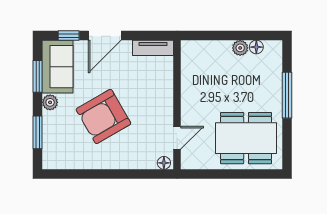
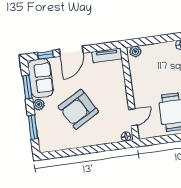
plant: (240, 48) -> (135, 52), moved

